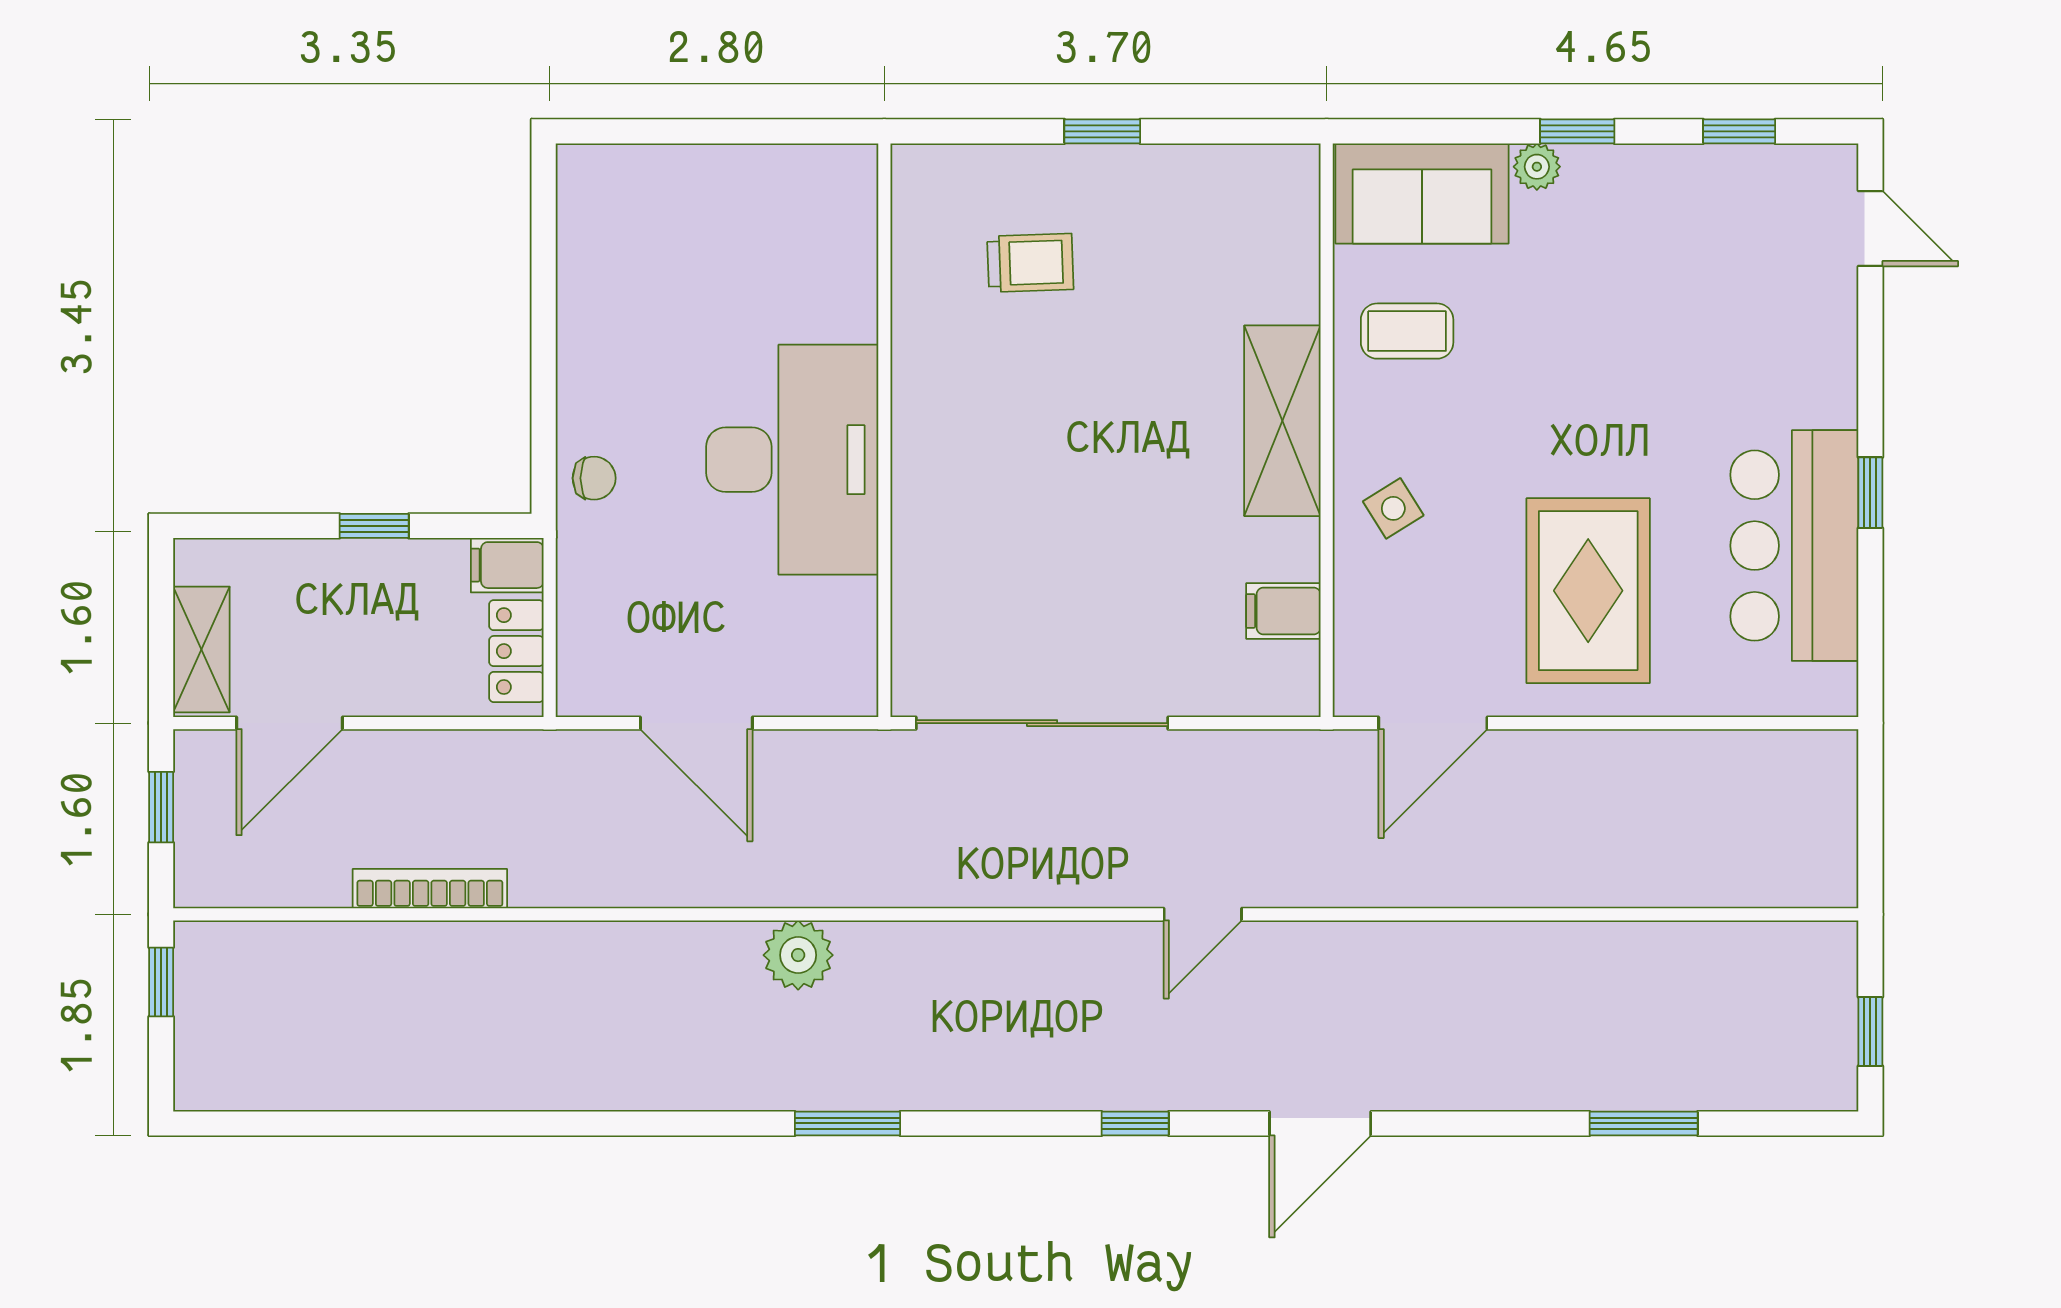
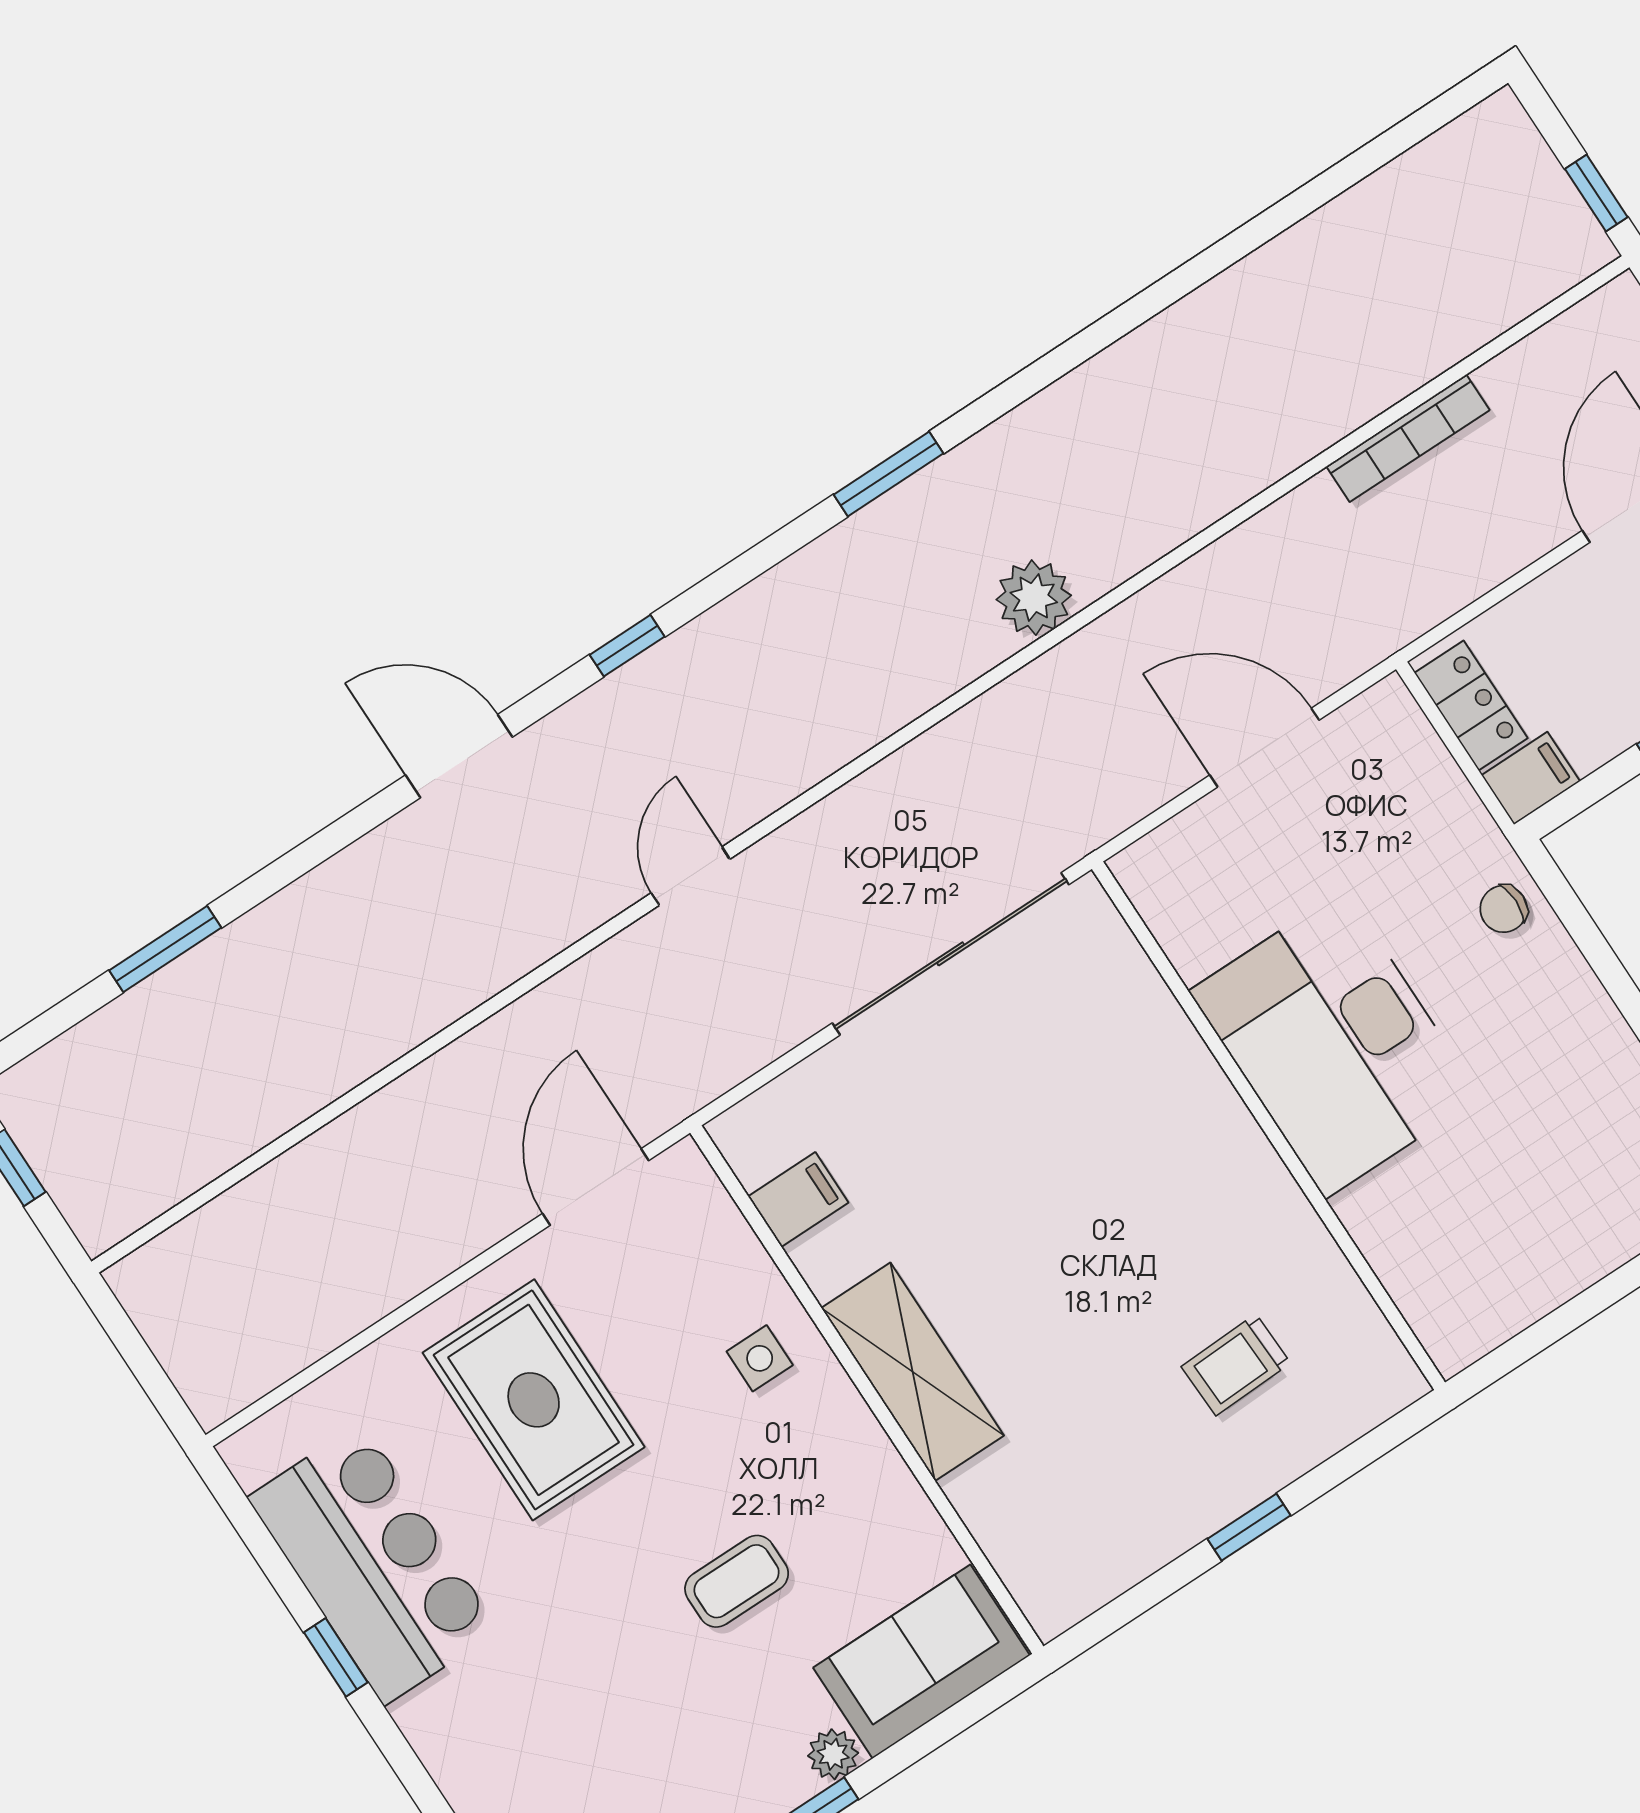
coffee table: (1407, 331) -> (737, 1581), moved
side table: (1393, 508) -> (760, 1358), turned 32
door: (1320, 1123) -> (459, 756), hinge flipped

